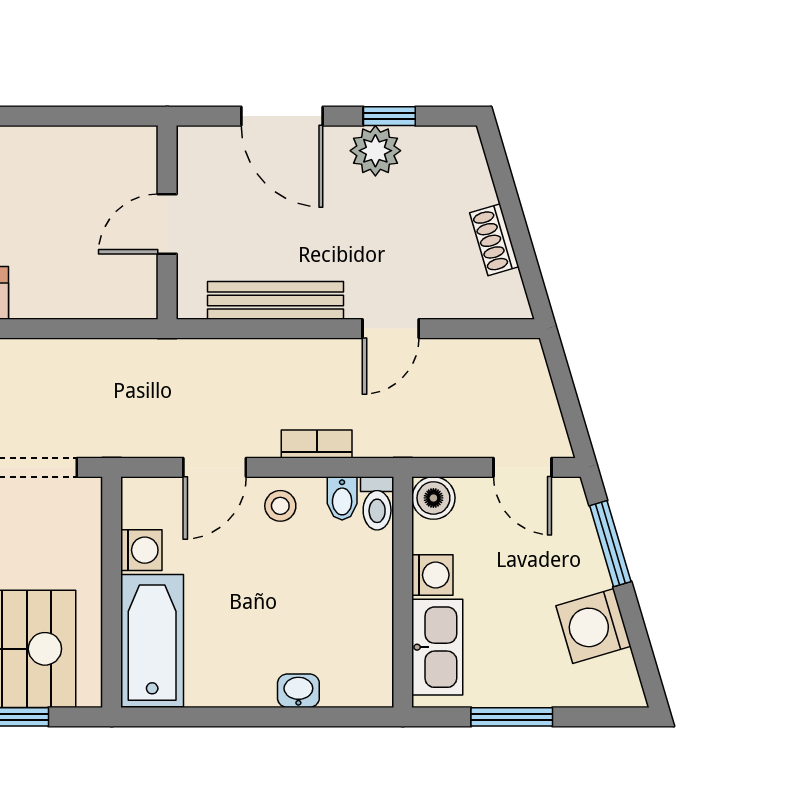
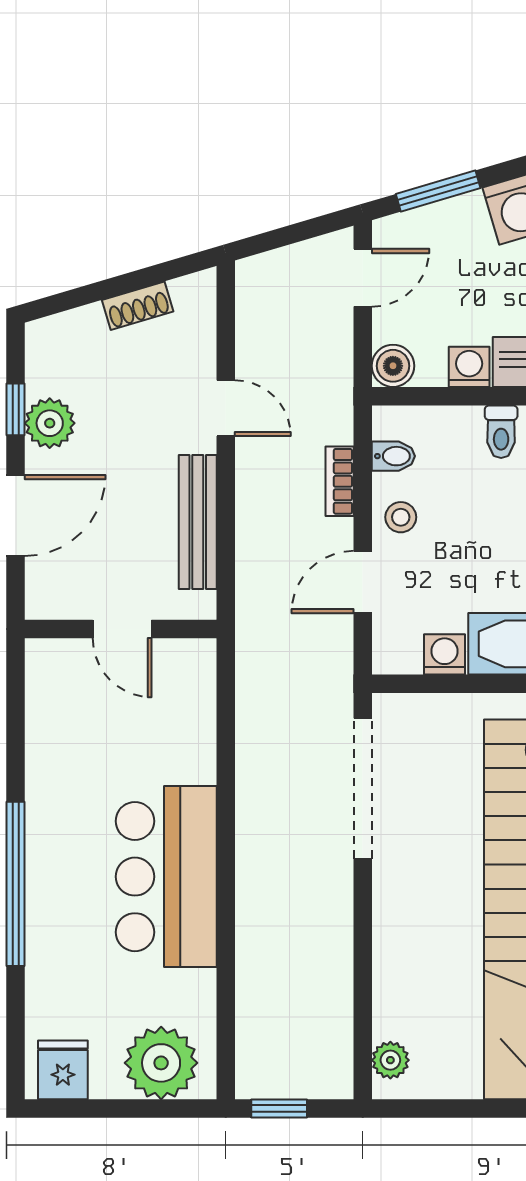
door: (215, 467) -> (363, 582), swing flipped
toilet: (377, 503) -> (501, 432), moved, turned 90

